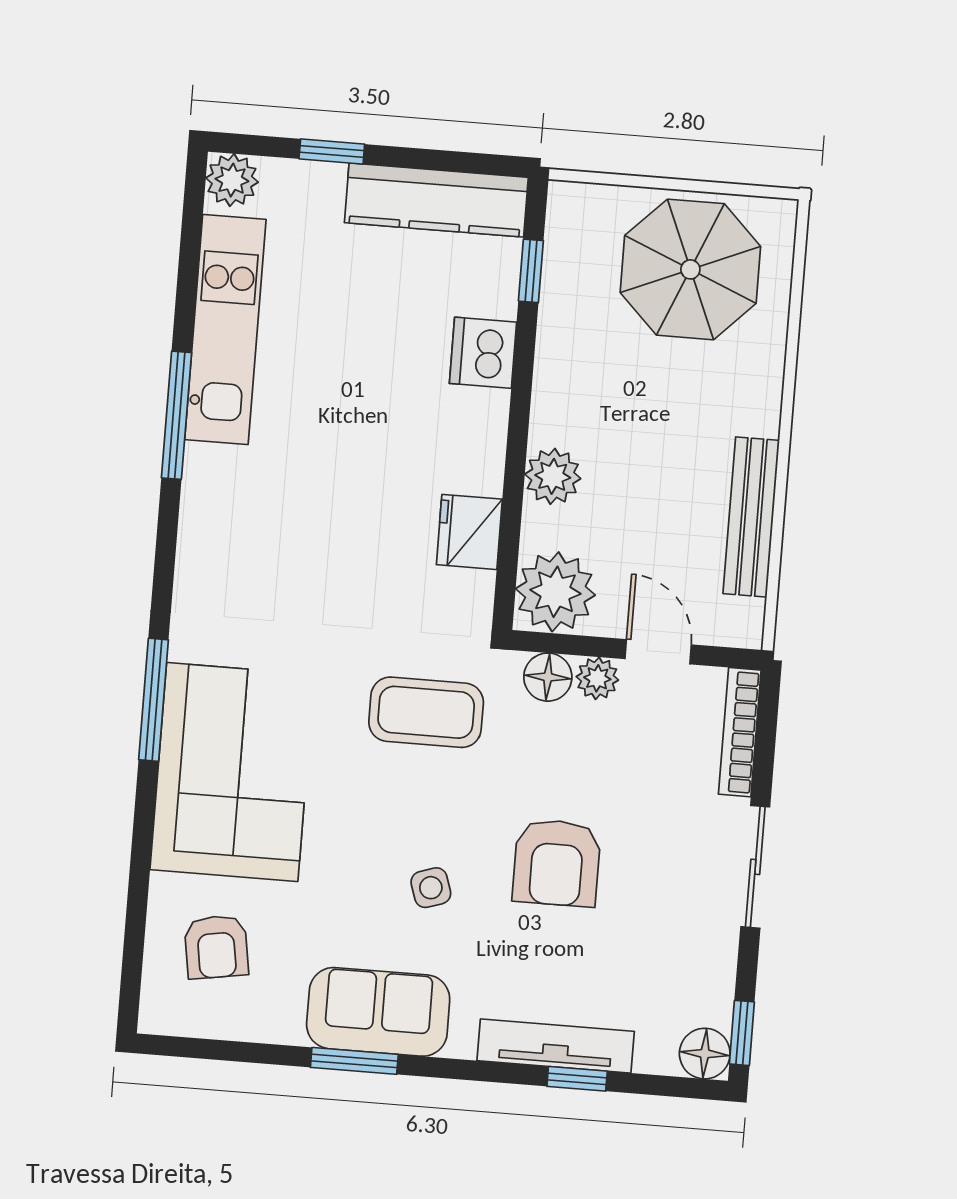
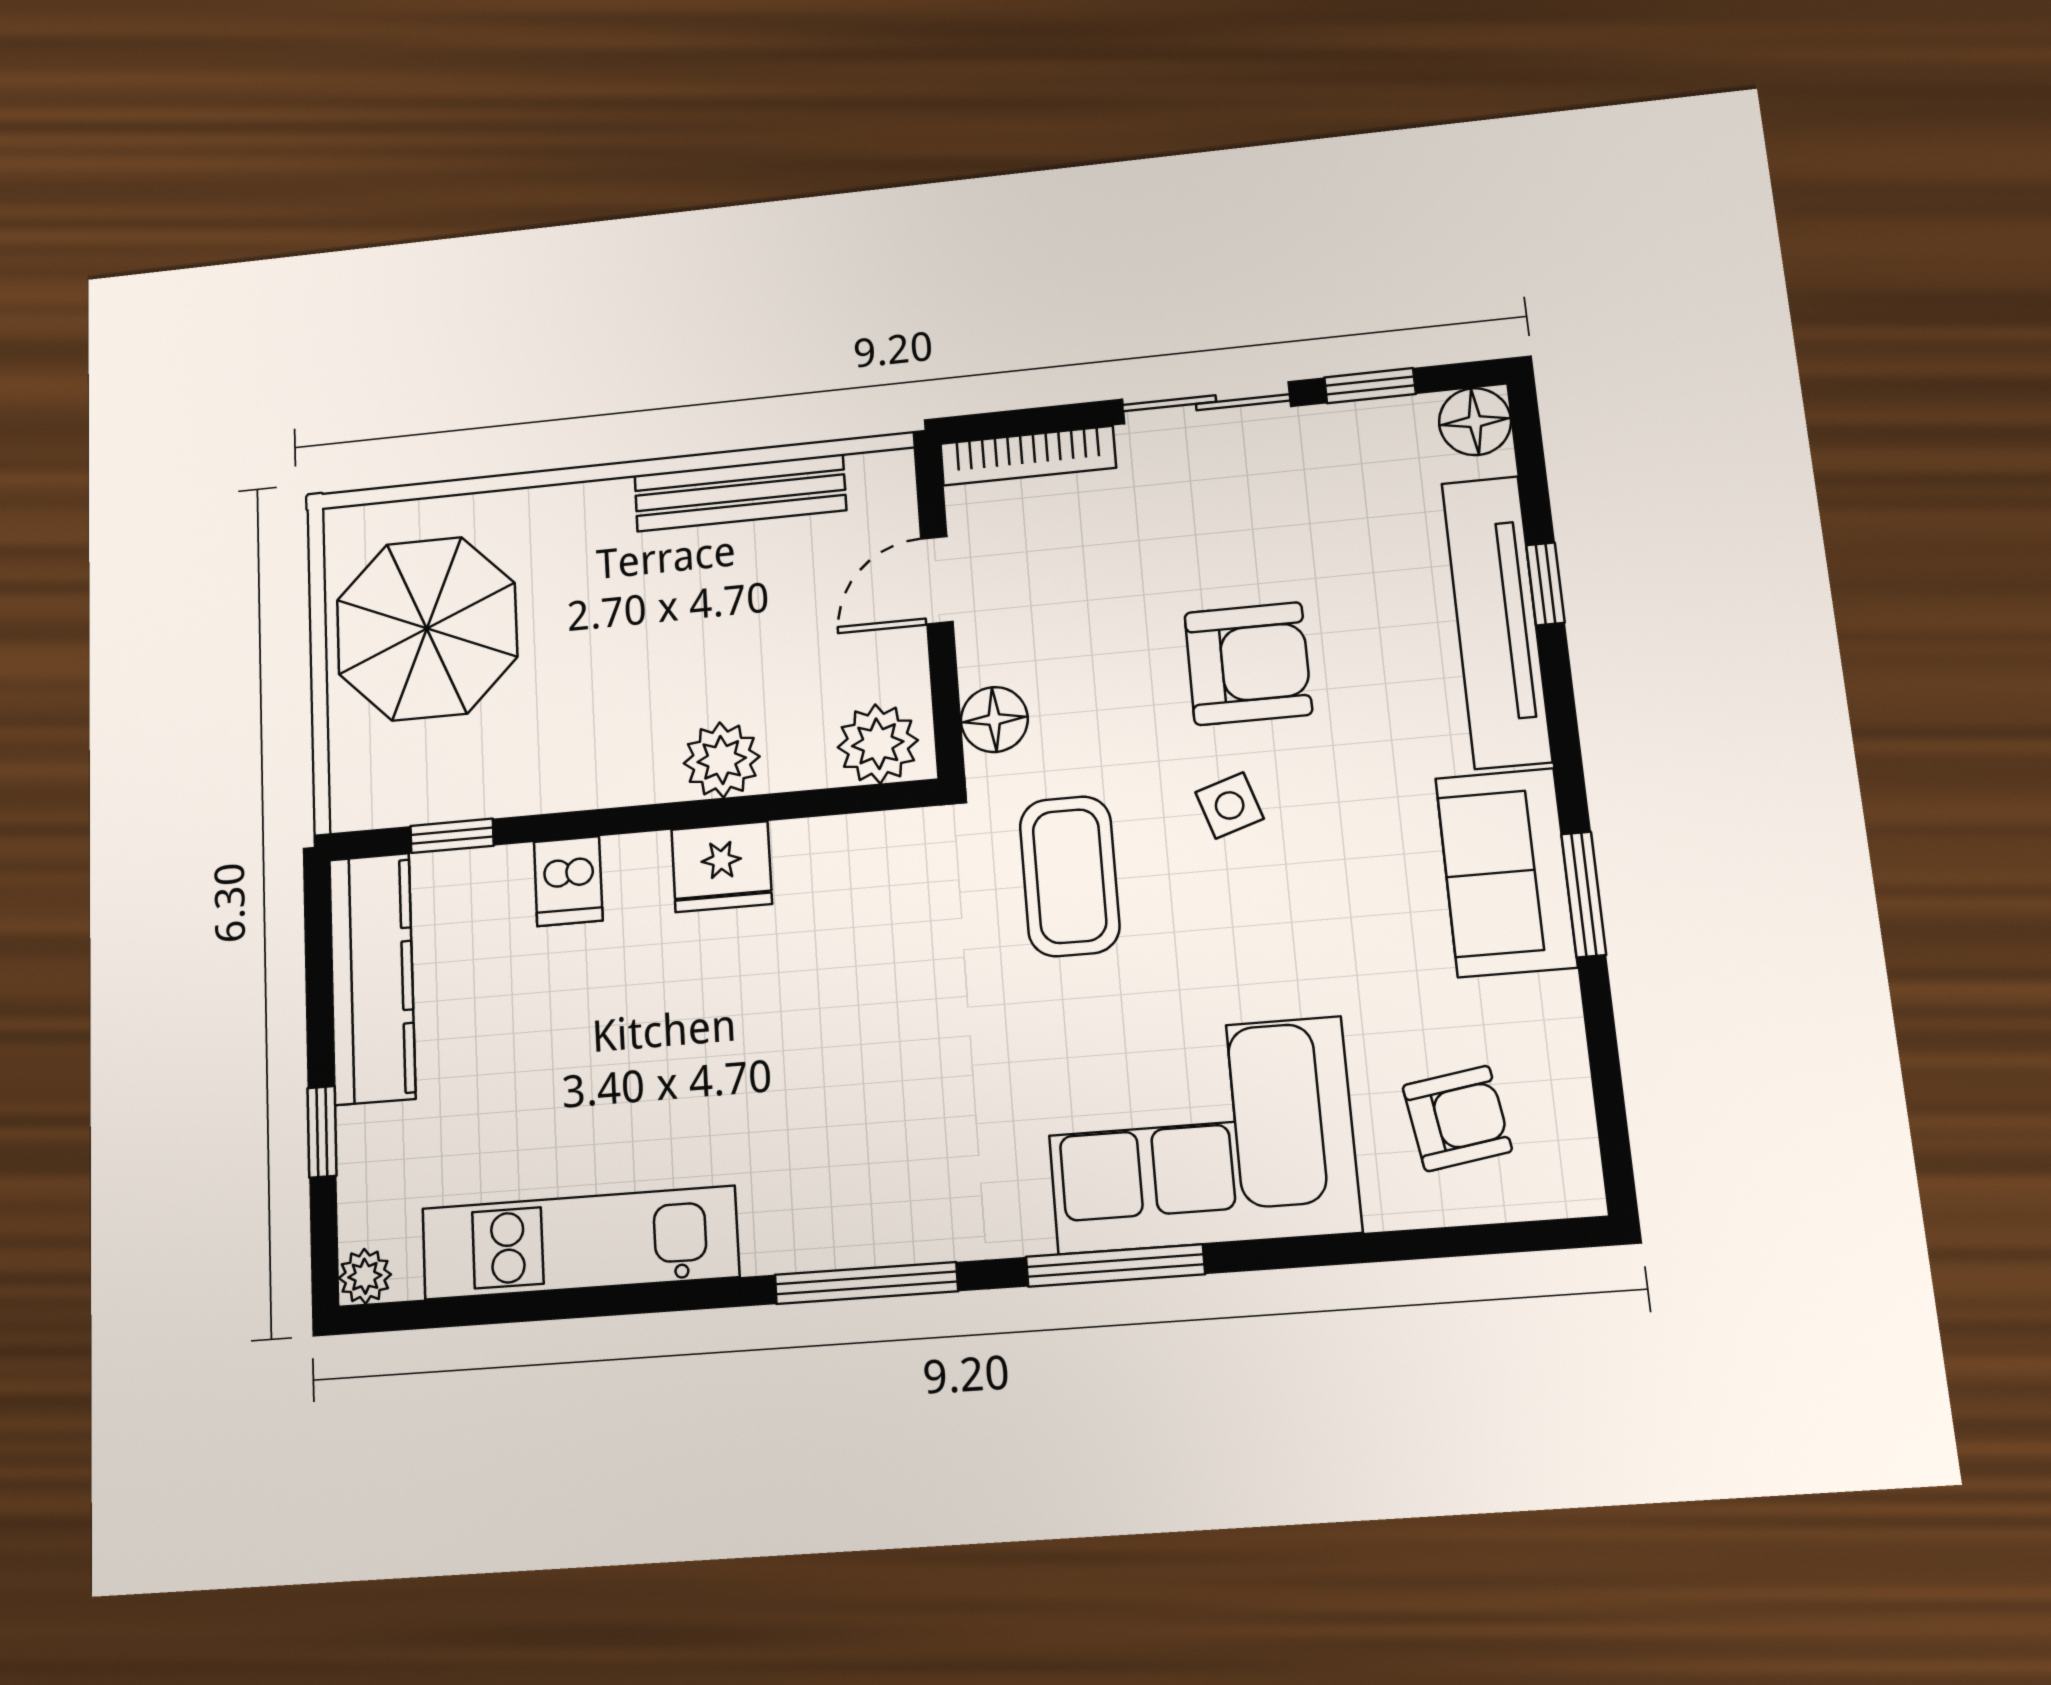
plant: (232, 180) -> (365, 1276), width x0.73, depth x0.73
dishwasher: (483, 353) -> (568, 881), width x0.73
window: (176, 415) -> (866, 1283), moved
fridge: (469, 532) -> (722, 867), moved
plant: (555, 592) -> (878, 744), width x0.73, depth x0.73
plant: (597, 678) -> (985, 654), removed
side table: (431, 888) -> (1230, 805), moved
window: (742, 1033) -> (1370, 386), moved
tv unit: (556, 1046) -> (1496, 621), width x1.36, depth x1.29

